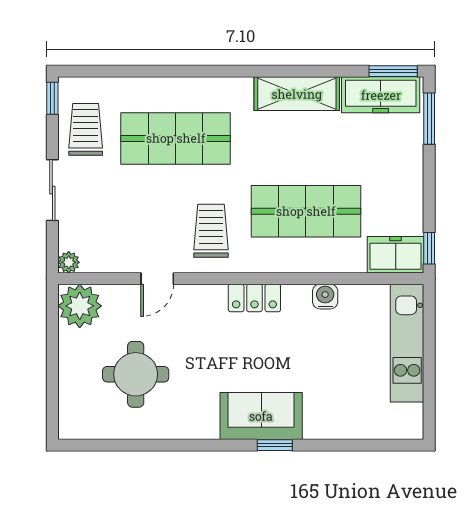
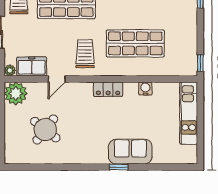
freezer: (396, 255) -> (32, 66), moved
round table: (136, 374) -> (45, 130), turned 38
sofa: (261, 416) -> (130, 152), moved

